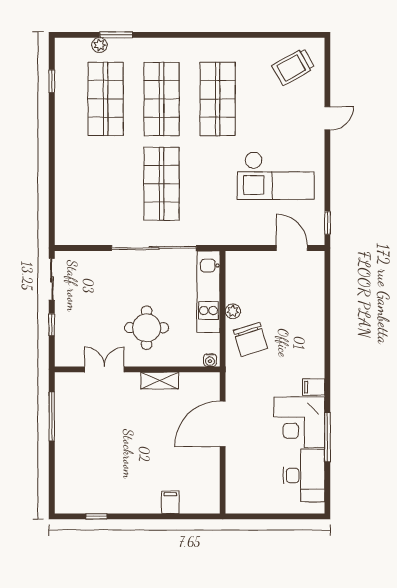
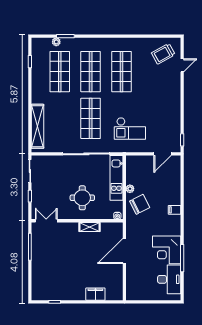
door: (327, 118) -> (182, 65), moved
checkout: (276, 176) -> (130, 128), moved, width x0.73, depth x0.83
shelving: (65, 198) -> (38, 126), added
door: (292, 248) -> (162, 154), swing flipped
chair: (250, 339) -> (140, 204), turned -100
double door: (104, 369) -> (46, 221), moved
filing cabinet: (314, 387) -> (175, 210), moved
filing cabinet: (170, 502) -> (95, 294), width x2.00

